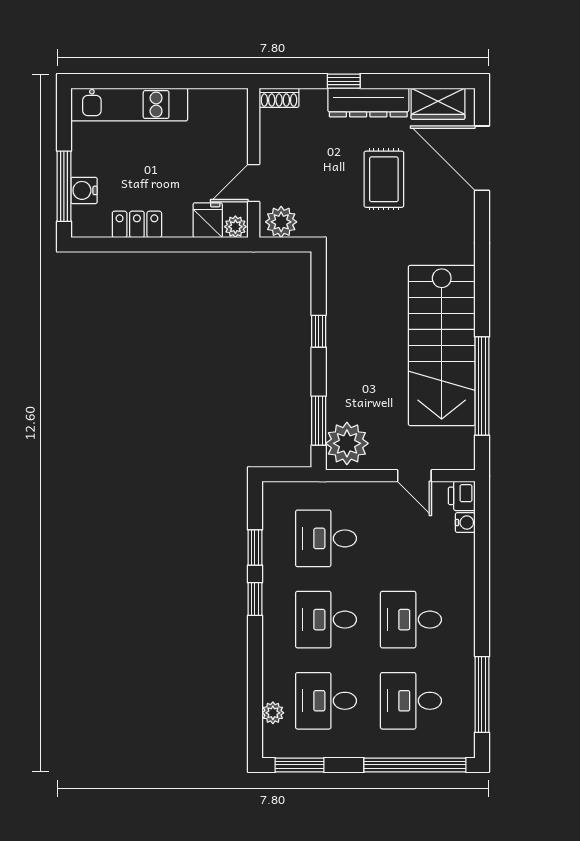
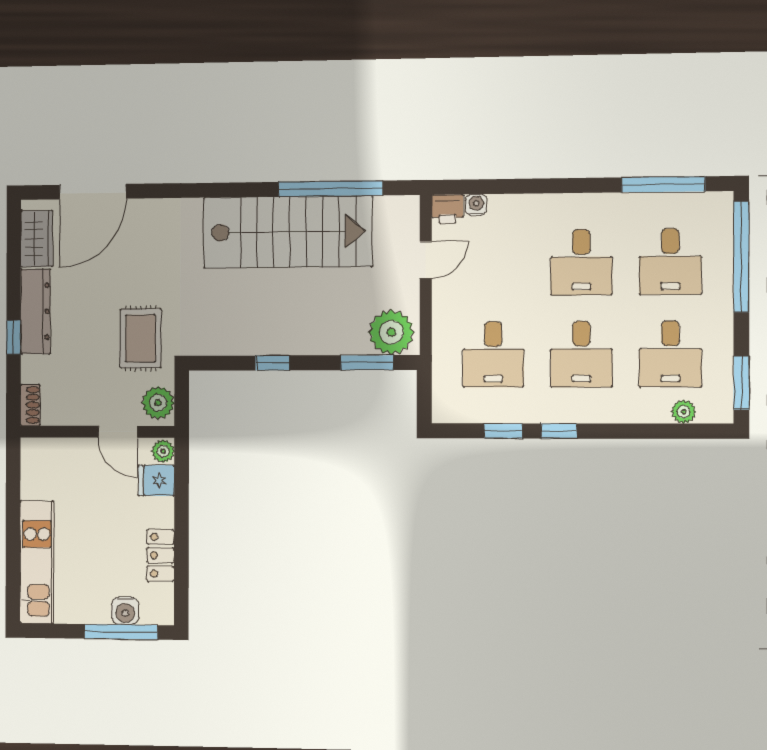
rug: (384, 179) -> (141, 338), moved, turned 90

